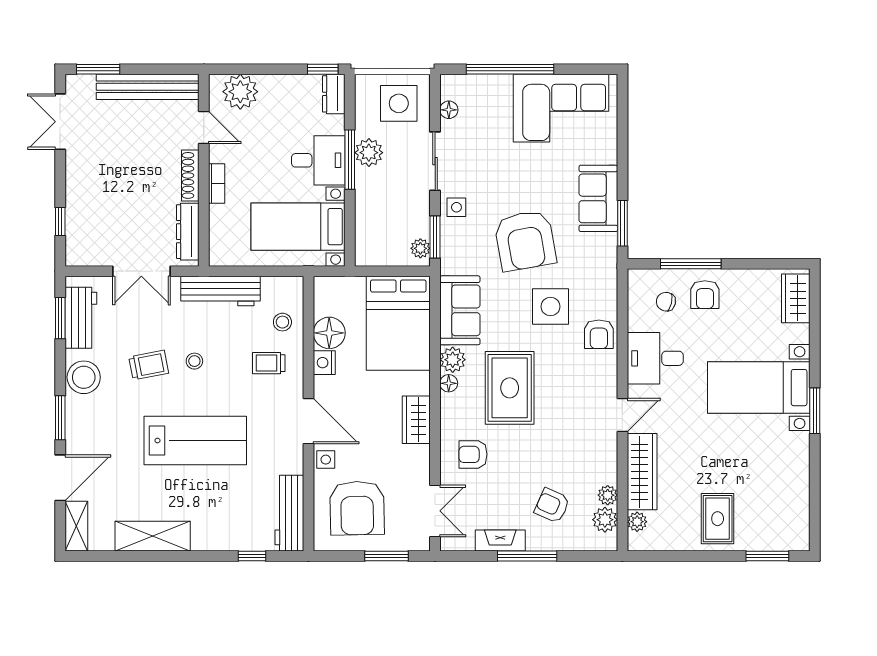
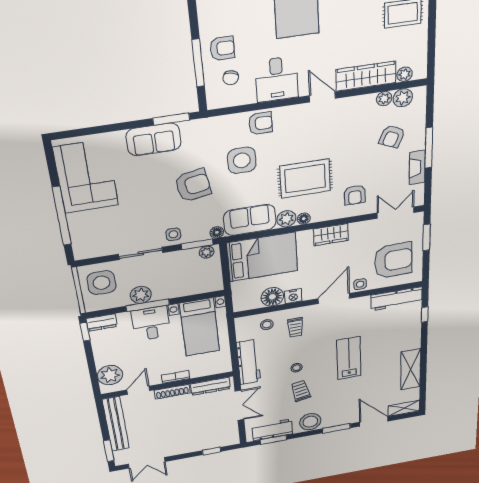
floor lamp: (449, 110) -> (217, 232), moved
armchair: (525, 241) -> (193, 185), width x0.73, depth x0.73
lab bench: (195, 441) -> (349, 358), width x0.73, depth x0.72

